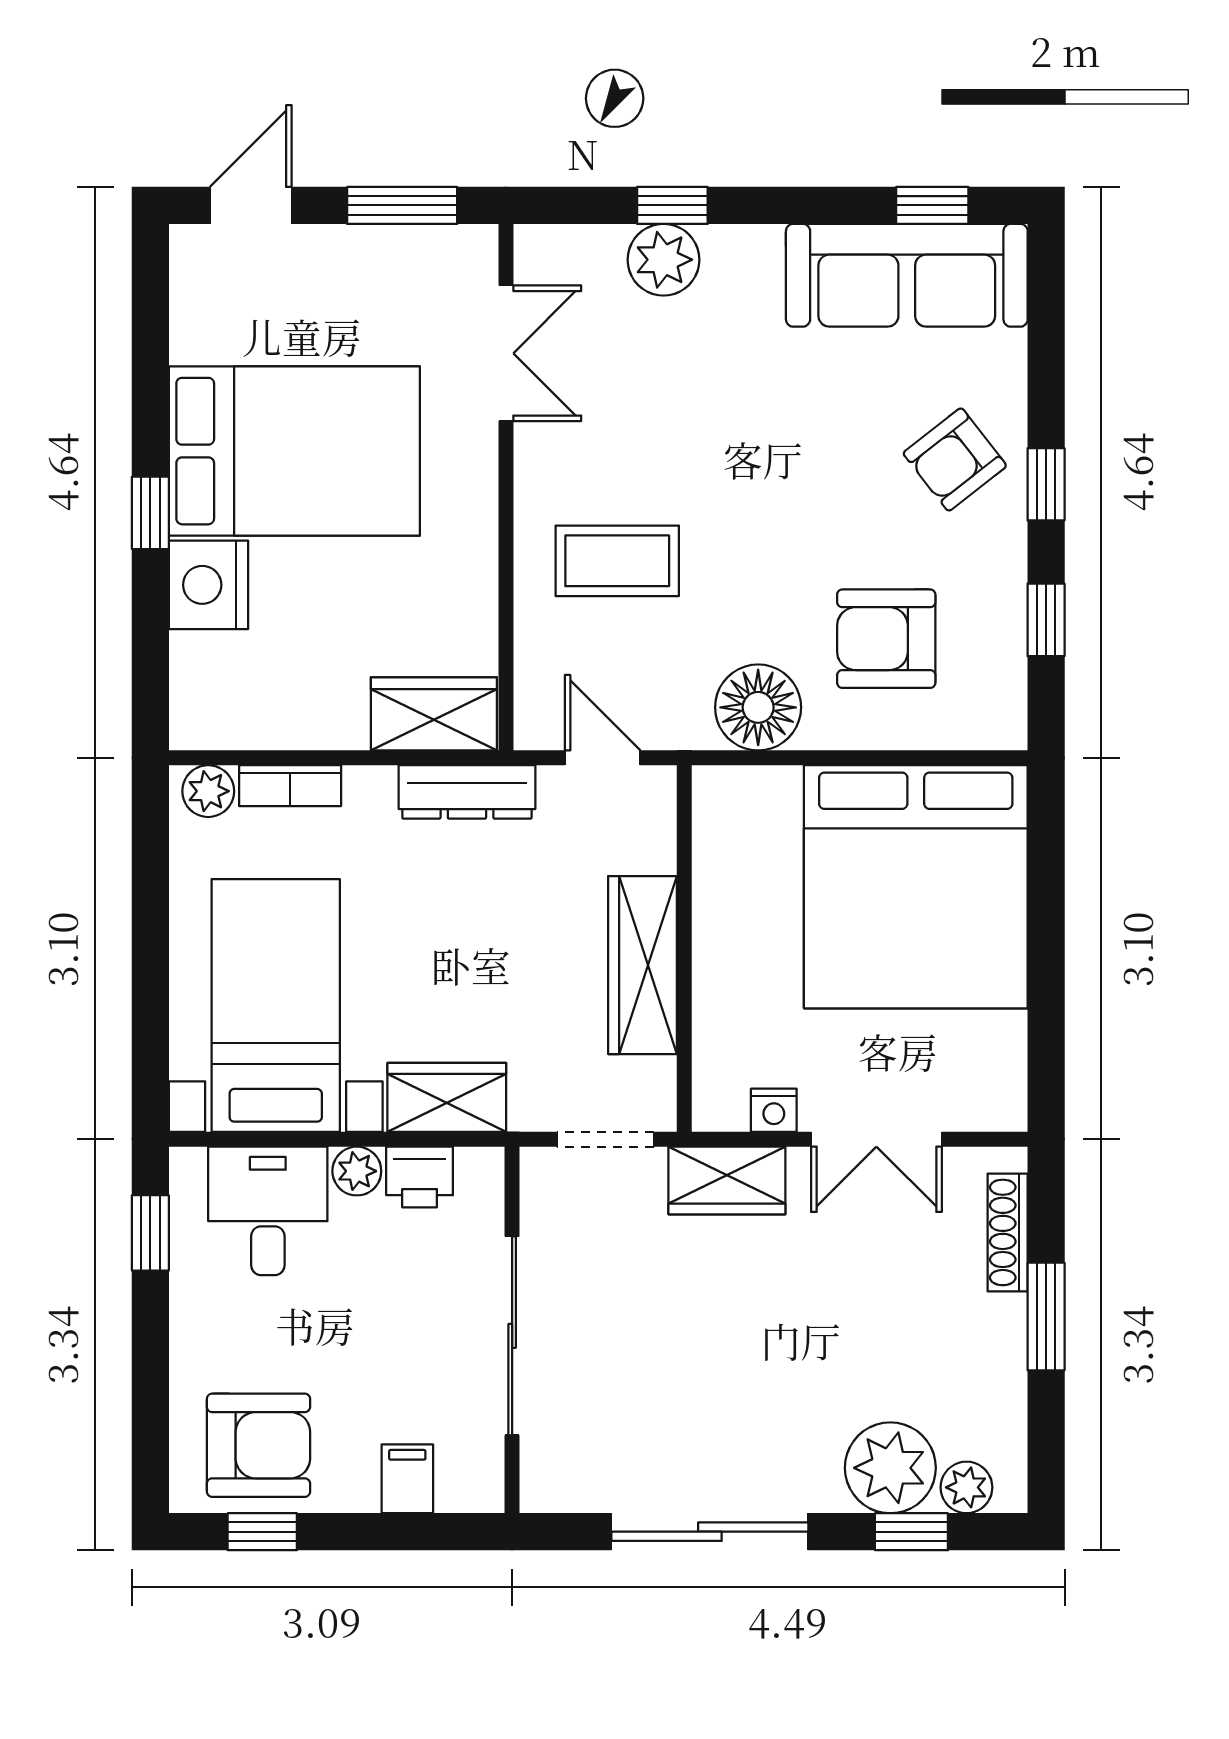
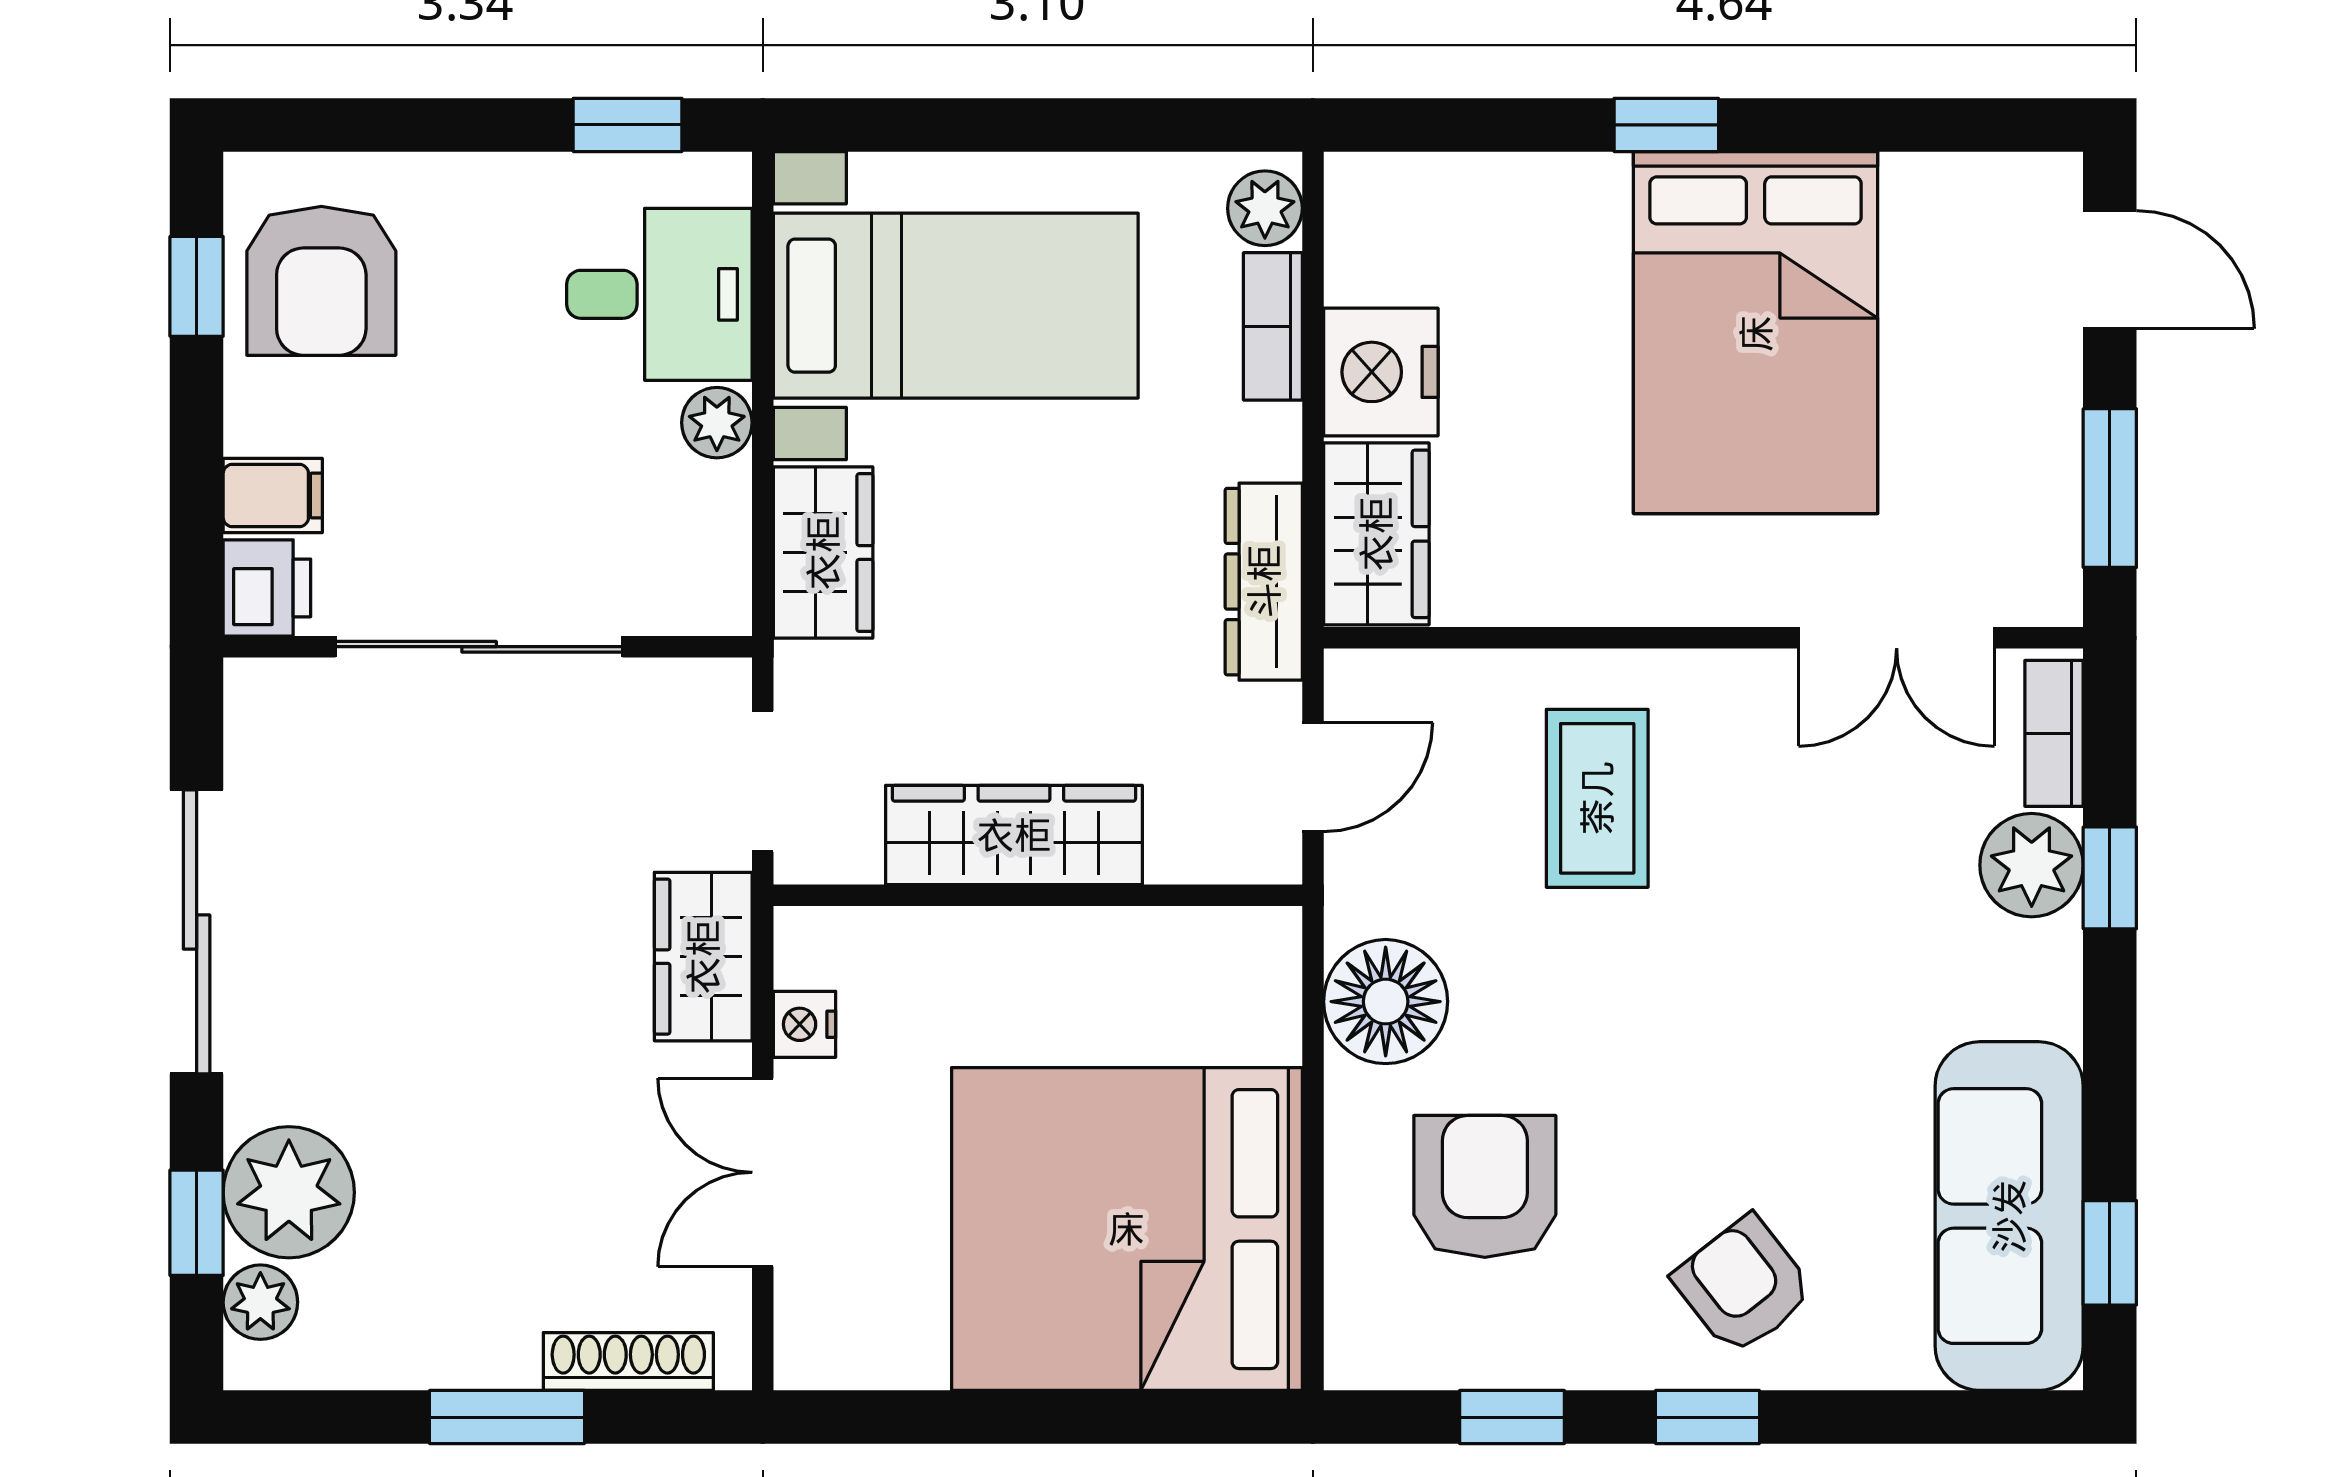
bookcase: (572, 244) -> (2054, 733), added
nightstand: (209, 585) -> (1381, 372), moved, turned -90
printer: (420, 1177) -> (267, 588), moved, turned 180

